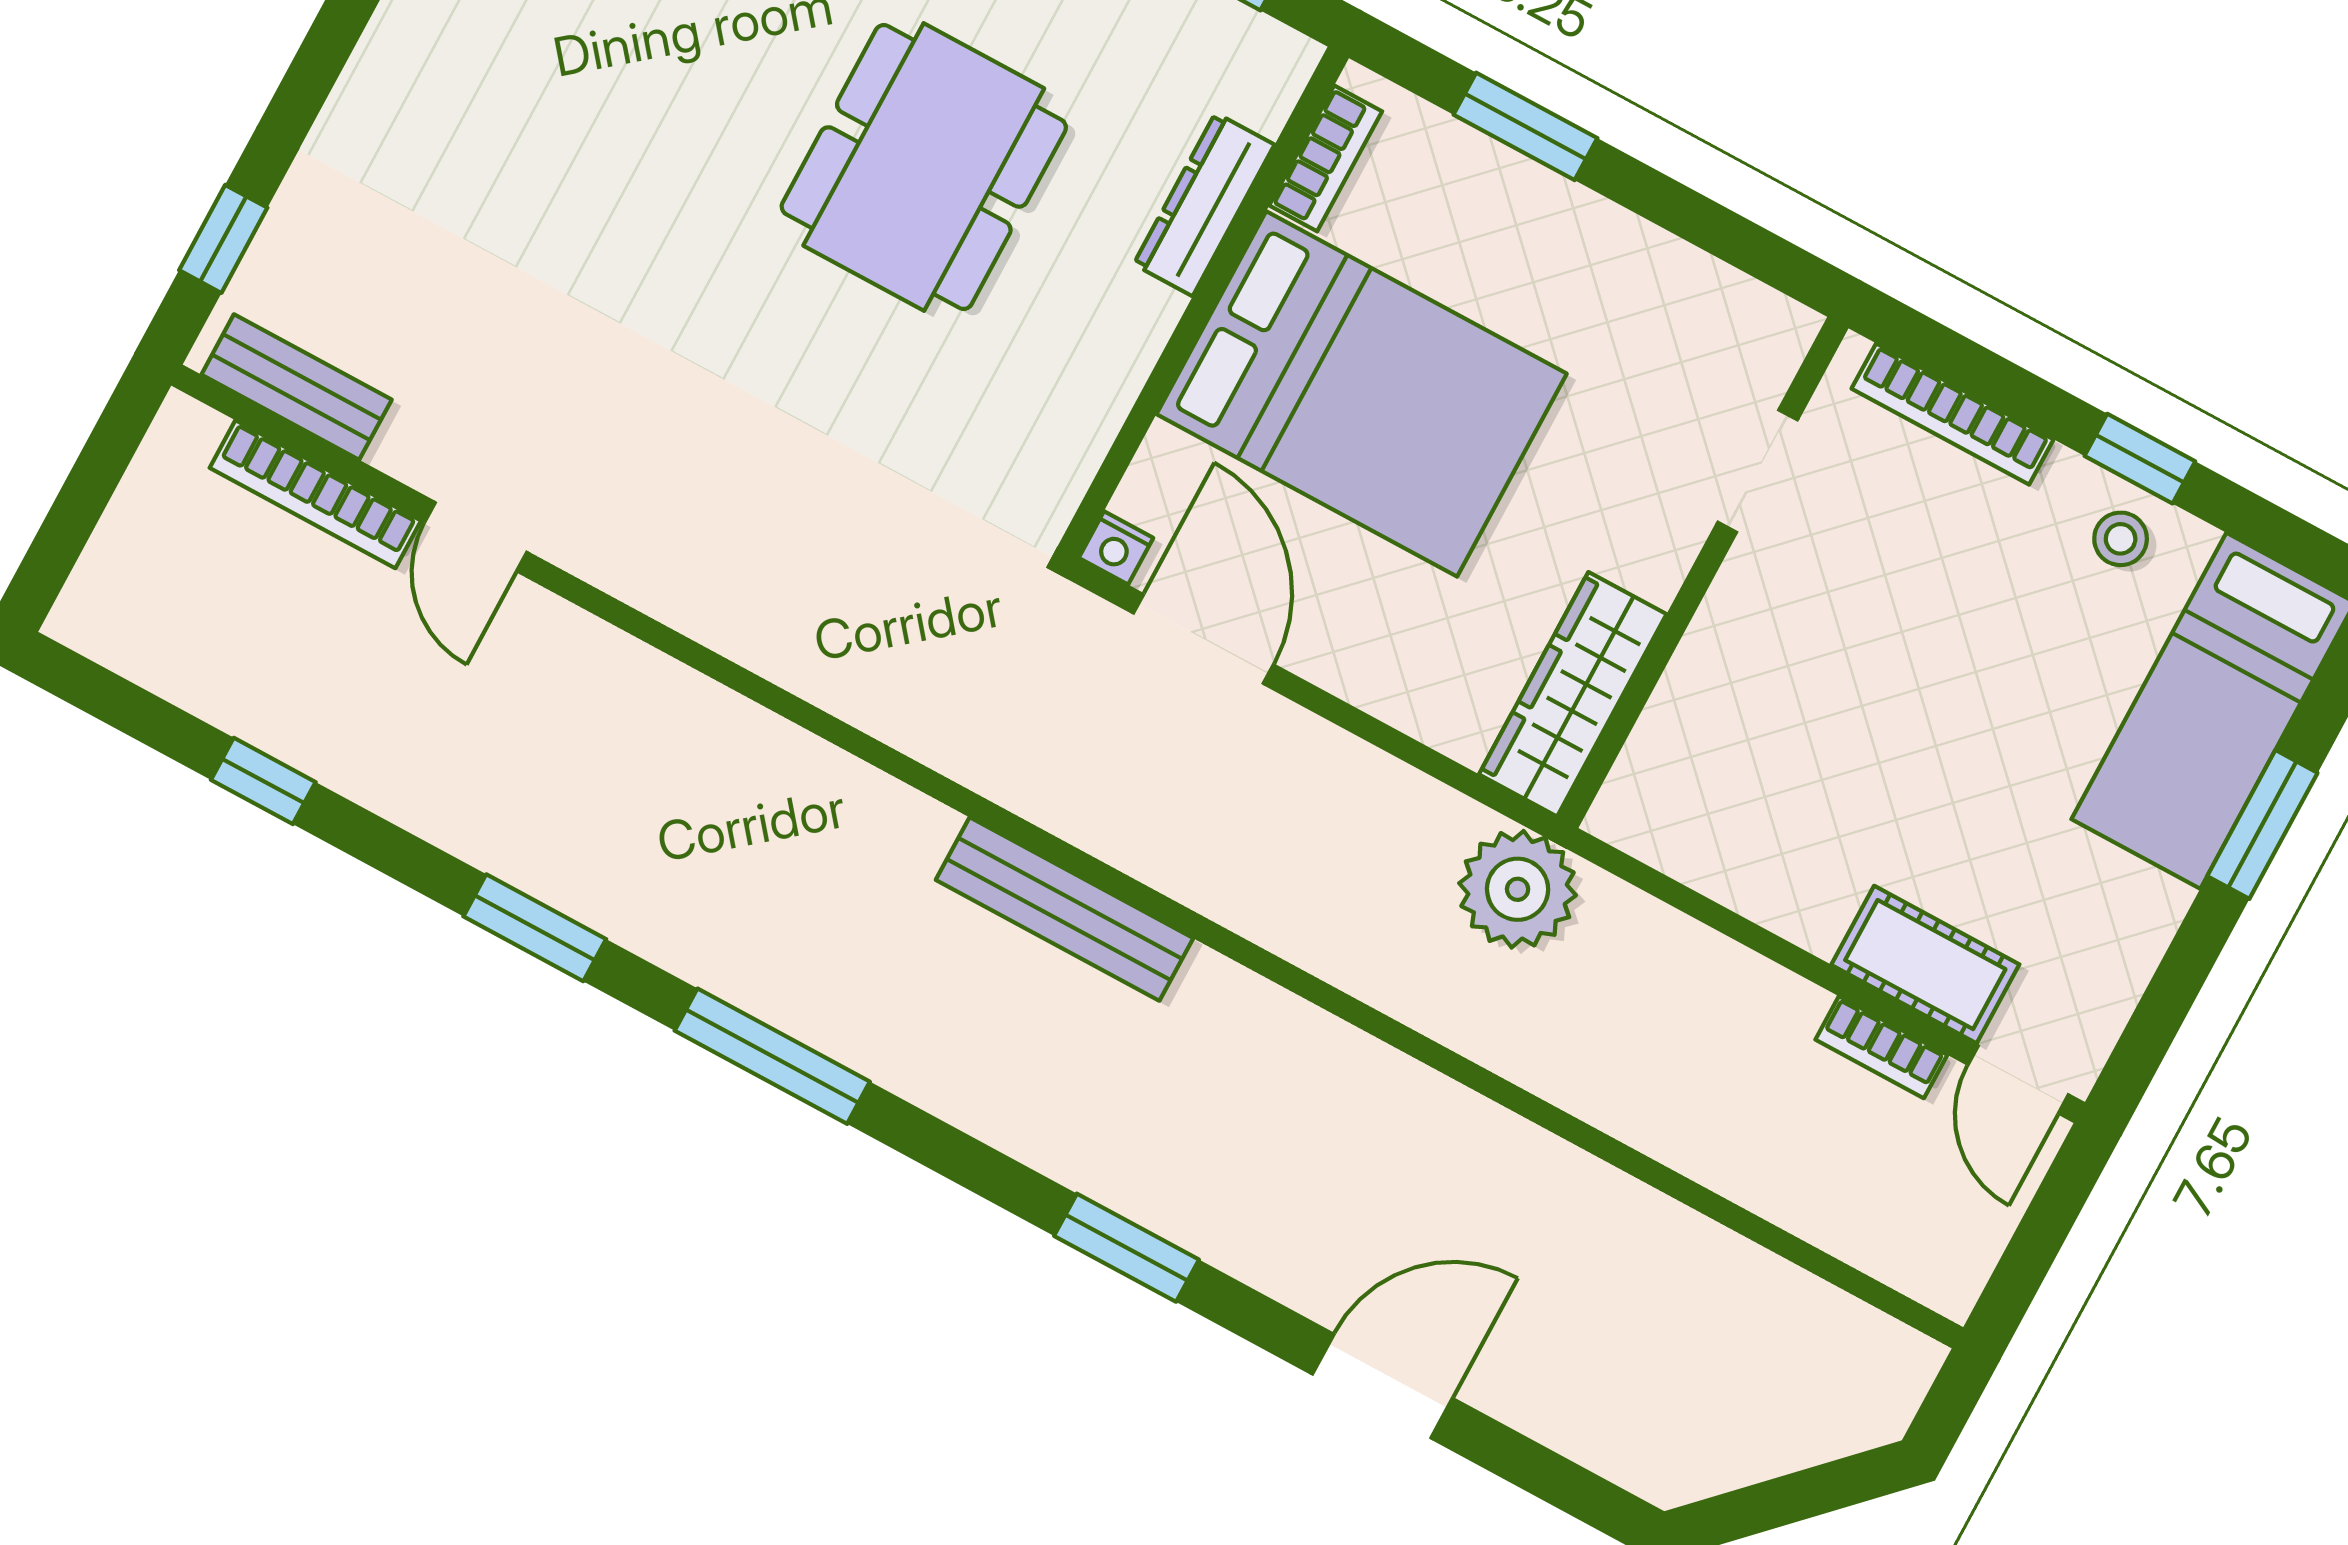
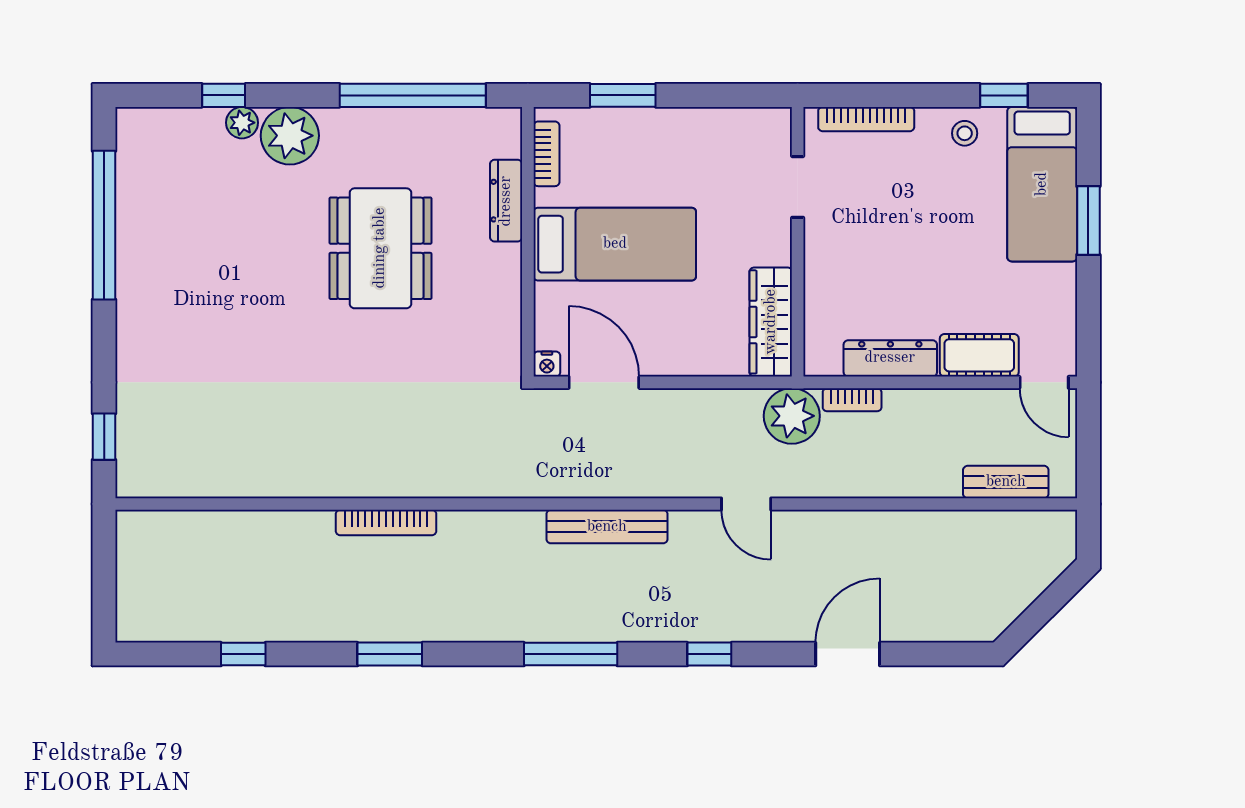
bench: (297, 387) -> (1006, 482), moved
bed: (1362, 394) -> (615, 244), width x0.67
window: (2140, 459) -> (1004, 95), moved
bookcase: (315, 494) -> (386, 523), moved
door: (476, 537) -> (746, 504), moved
dresser: (1758, 881) -> (890, 358), added
bookcase: (1881, 1047) -> (852, 400), moved
window: (772, 1056) -> (571, 654), moved
window: (1126, 1248) -> (709, 654), width x0.67

